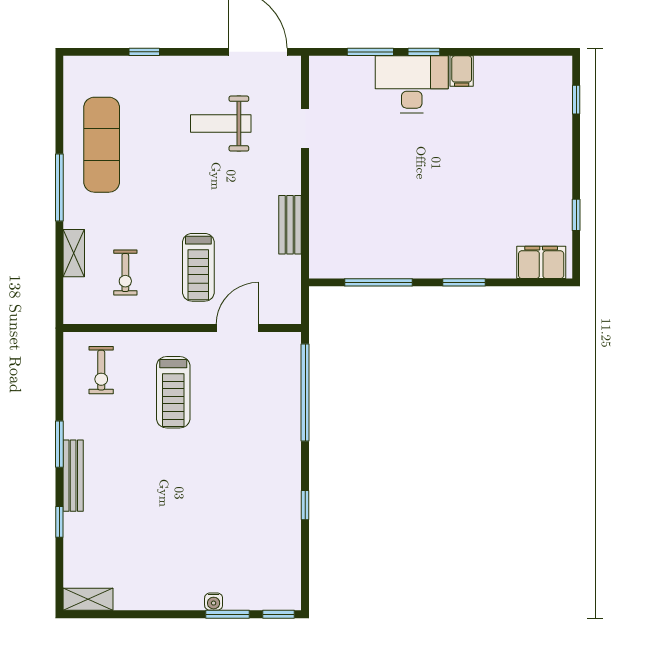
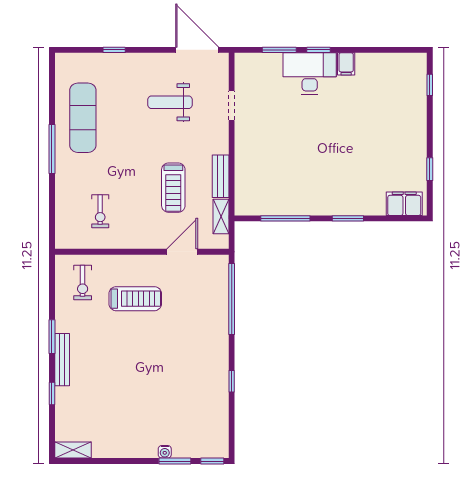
shelving: (74, 253) -> (221, 216), moved
treadmill: (198, 267) -> (173, 188), moved
treadmill: (173, 392) -> (135, 299), turned -90

